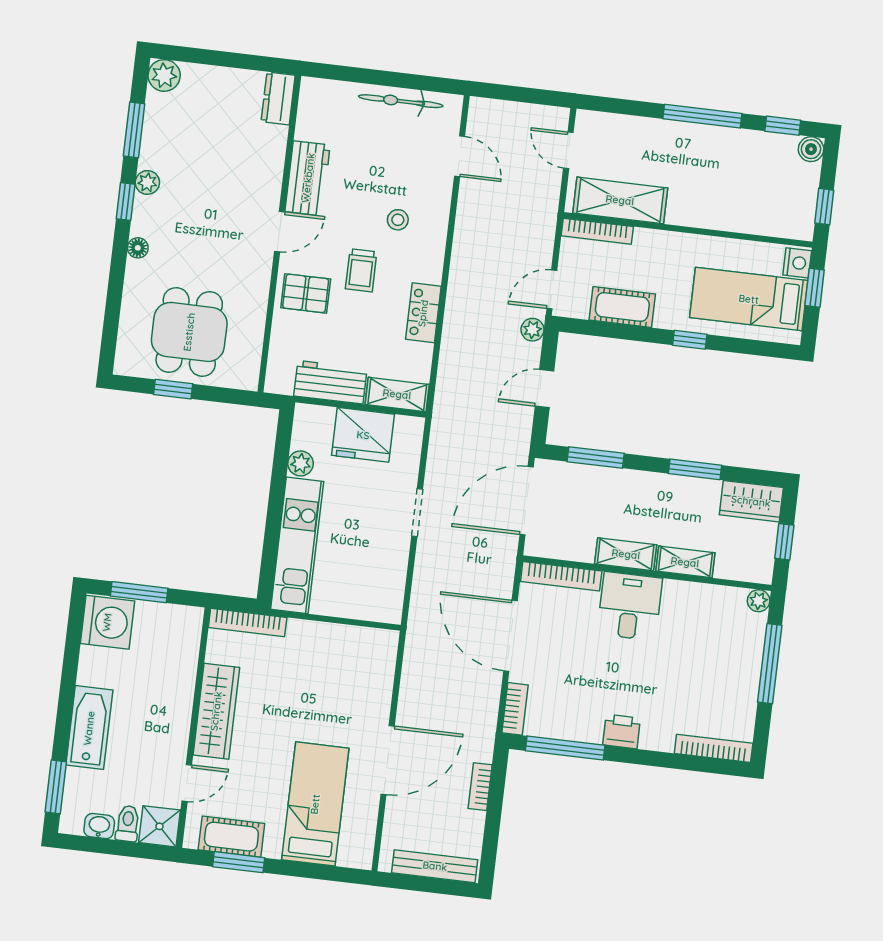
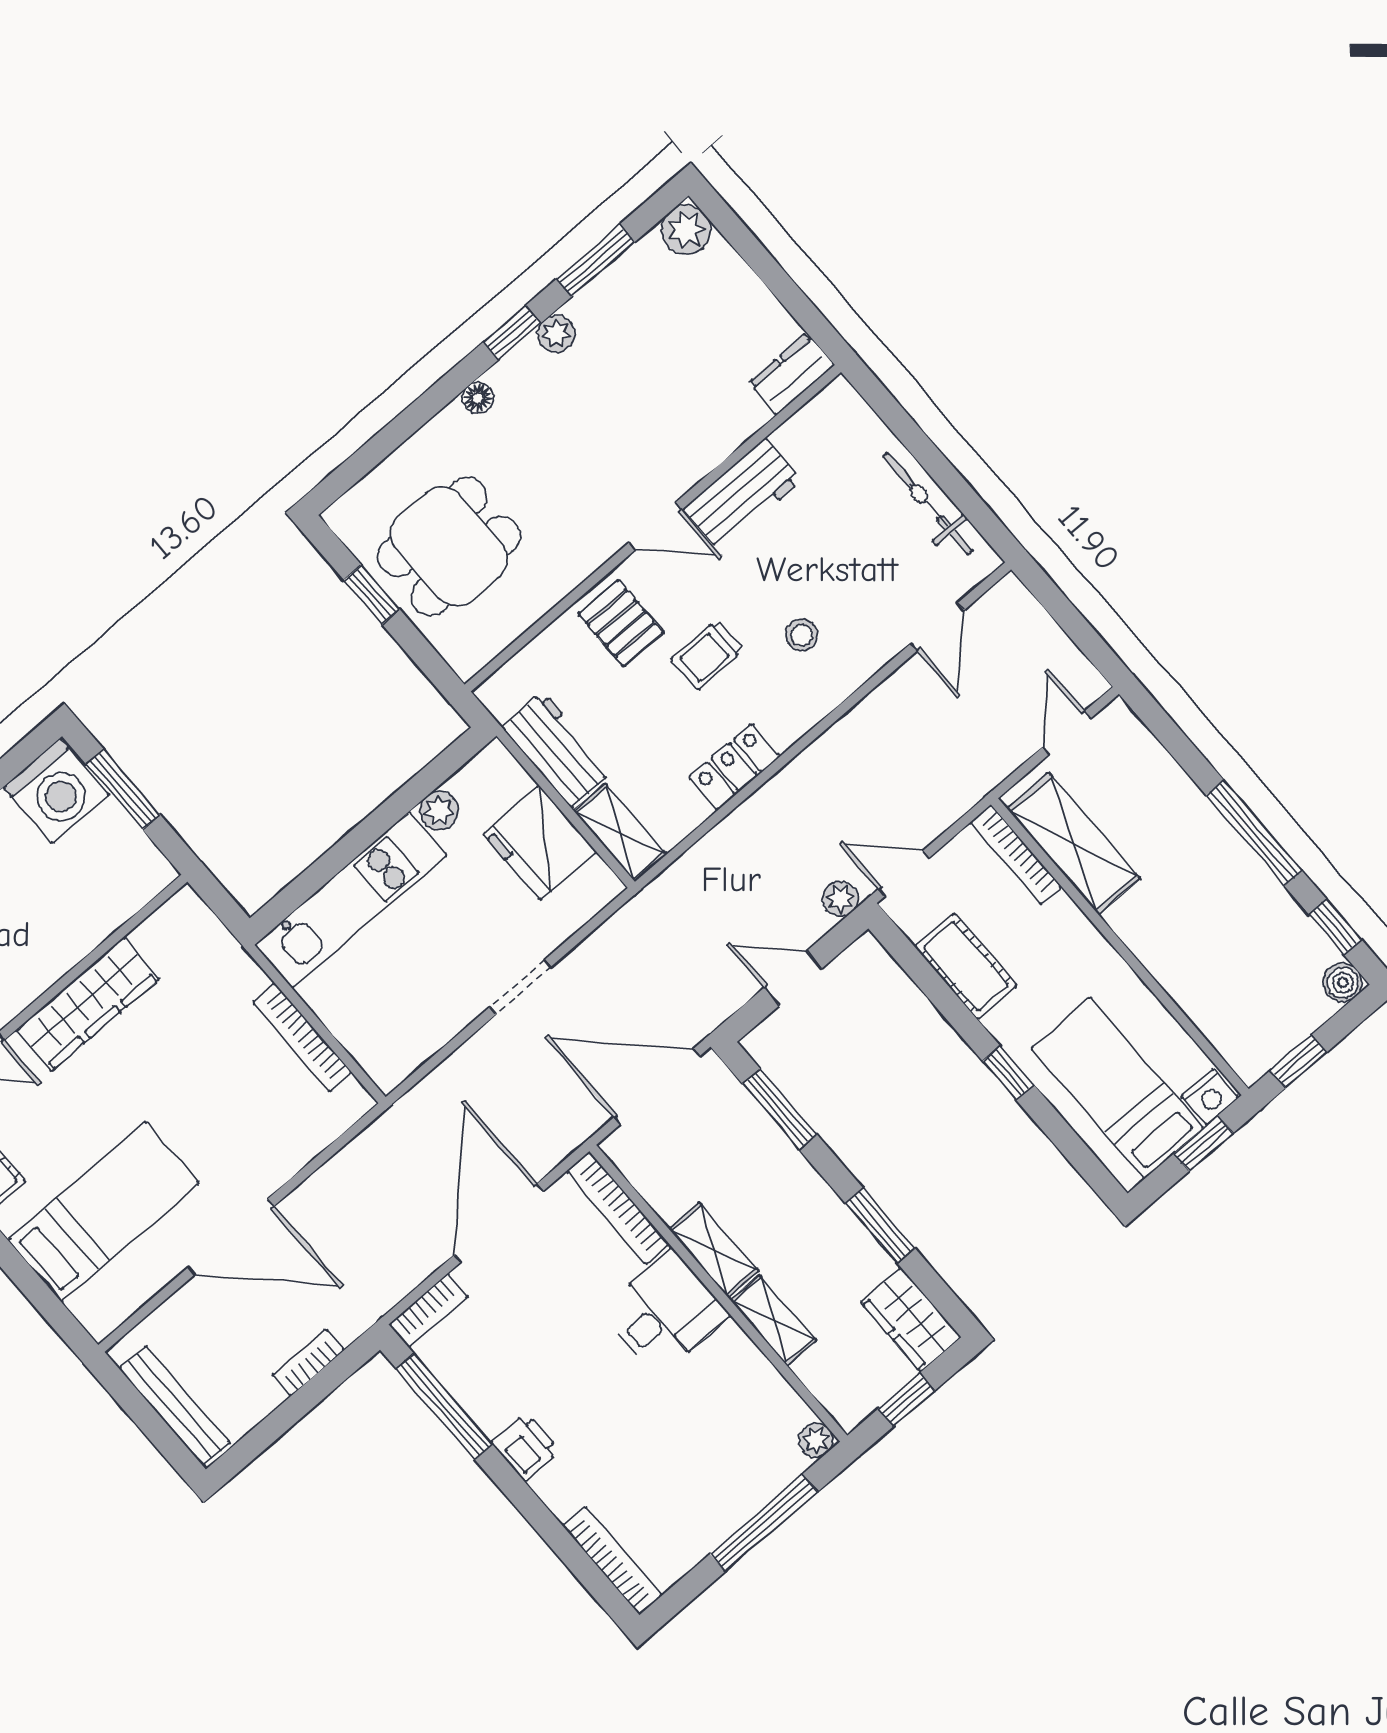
bookcase: (248, 622) -> (302, 1038), moved

